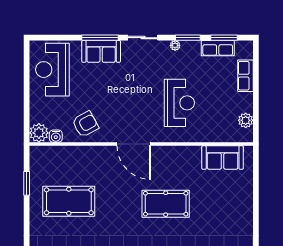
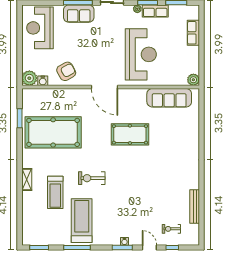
row of seats: (218, 48) -> (155, 11), moved
reception desk: (179, 103) -> (141, 54), width x1.36, depth x1.30
plant: (246, 120) -> (193, 80), moved
sofa: (223, 158) -> (169, 98), width x1.36
pool table: (69, 201) -> (53, 132), width x1.36, depth x1.32

